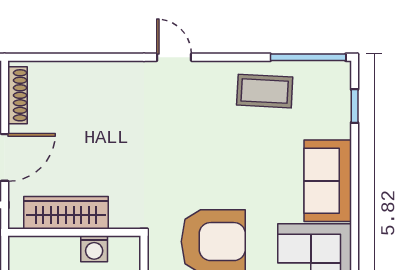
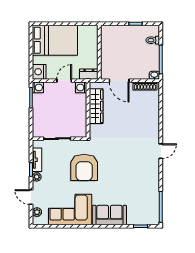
coffee table: (265, 91) -> (147, 189), removed
washing machine: (94, 249) -> (81, 87), moved

